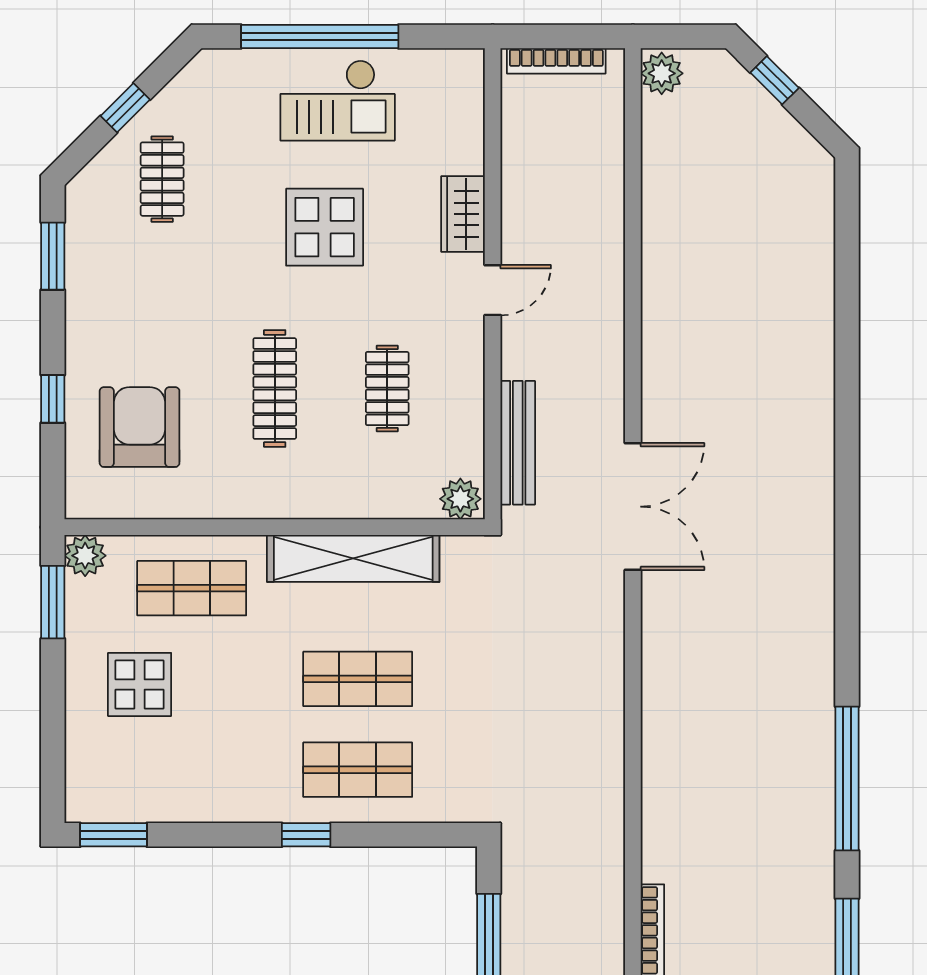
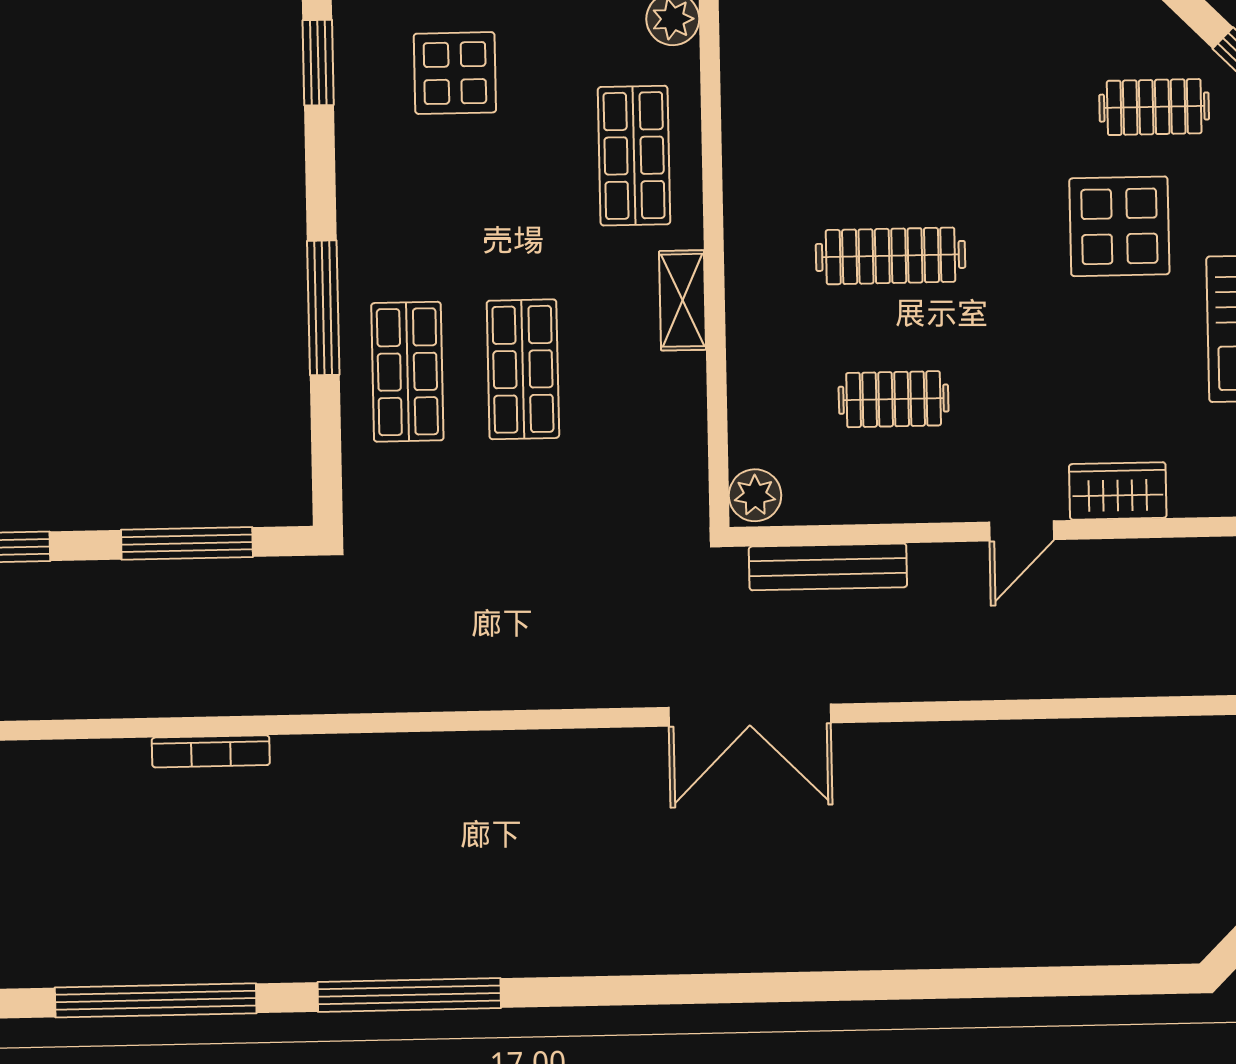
display table: (325, 227) -> (1119, 226), moved
door: (493, 290) -> (1022, 531), hinge flipped
armchair: (140, 427) -> (838, 85), removed
shelving: (353, 558) -> (683, 300), width x0.45, depth x0.75
display table: (140, 684) -> (455, 73), moved
window: (306, 835) -> (323, 308), width x2.17

